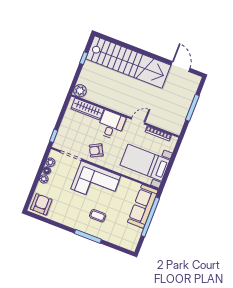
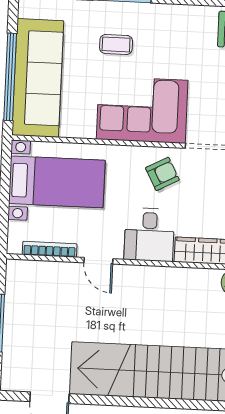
door: (138, 121) -> (98, 261), hinge flipped
sofa: (143, 206) -> (38, 78), width x1.36, depth x1.27

